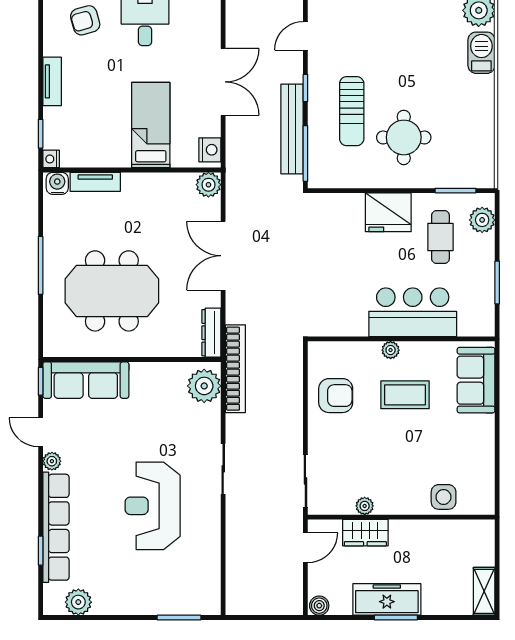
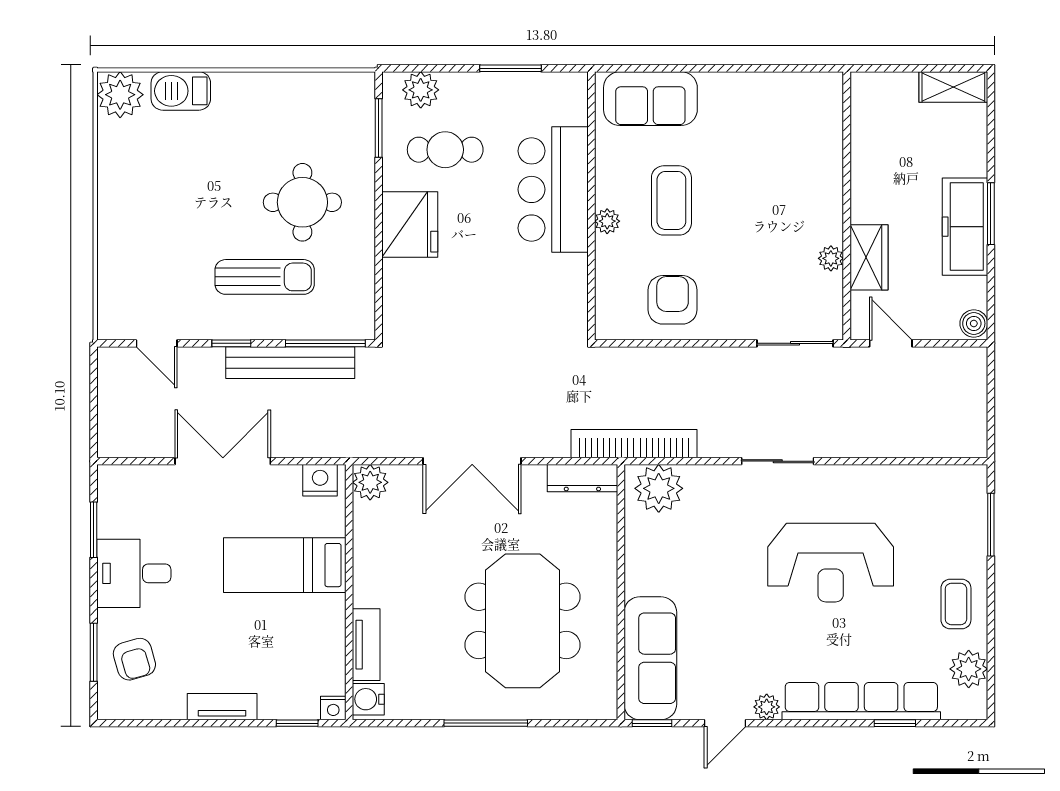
side table: (444, 497) -> (818, 145), removed
coffee table: (124, 593) -> (956, 604), added

